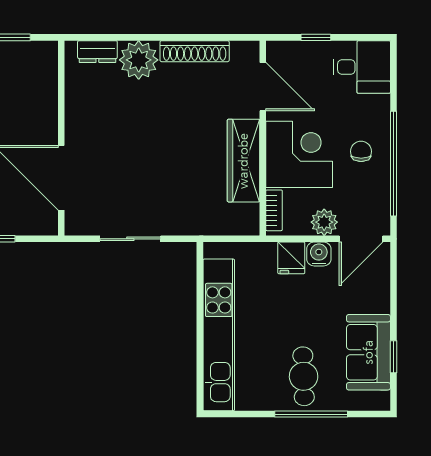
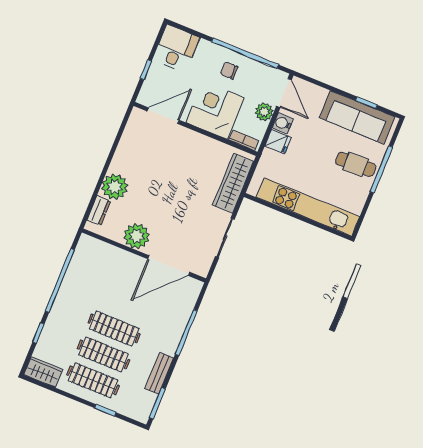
shoe rack: (195, 51) -> (123, 149), removed
plant: (84, 117) -> (137, 236), added
wardrobe: (243, 161) -> (233, 183), moved, turned 90
sofa: (368, 352) -> (357, 117), width x1.36

